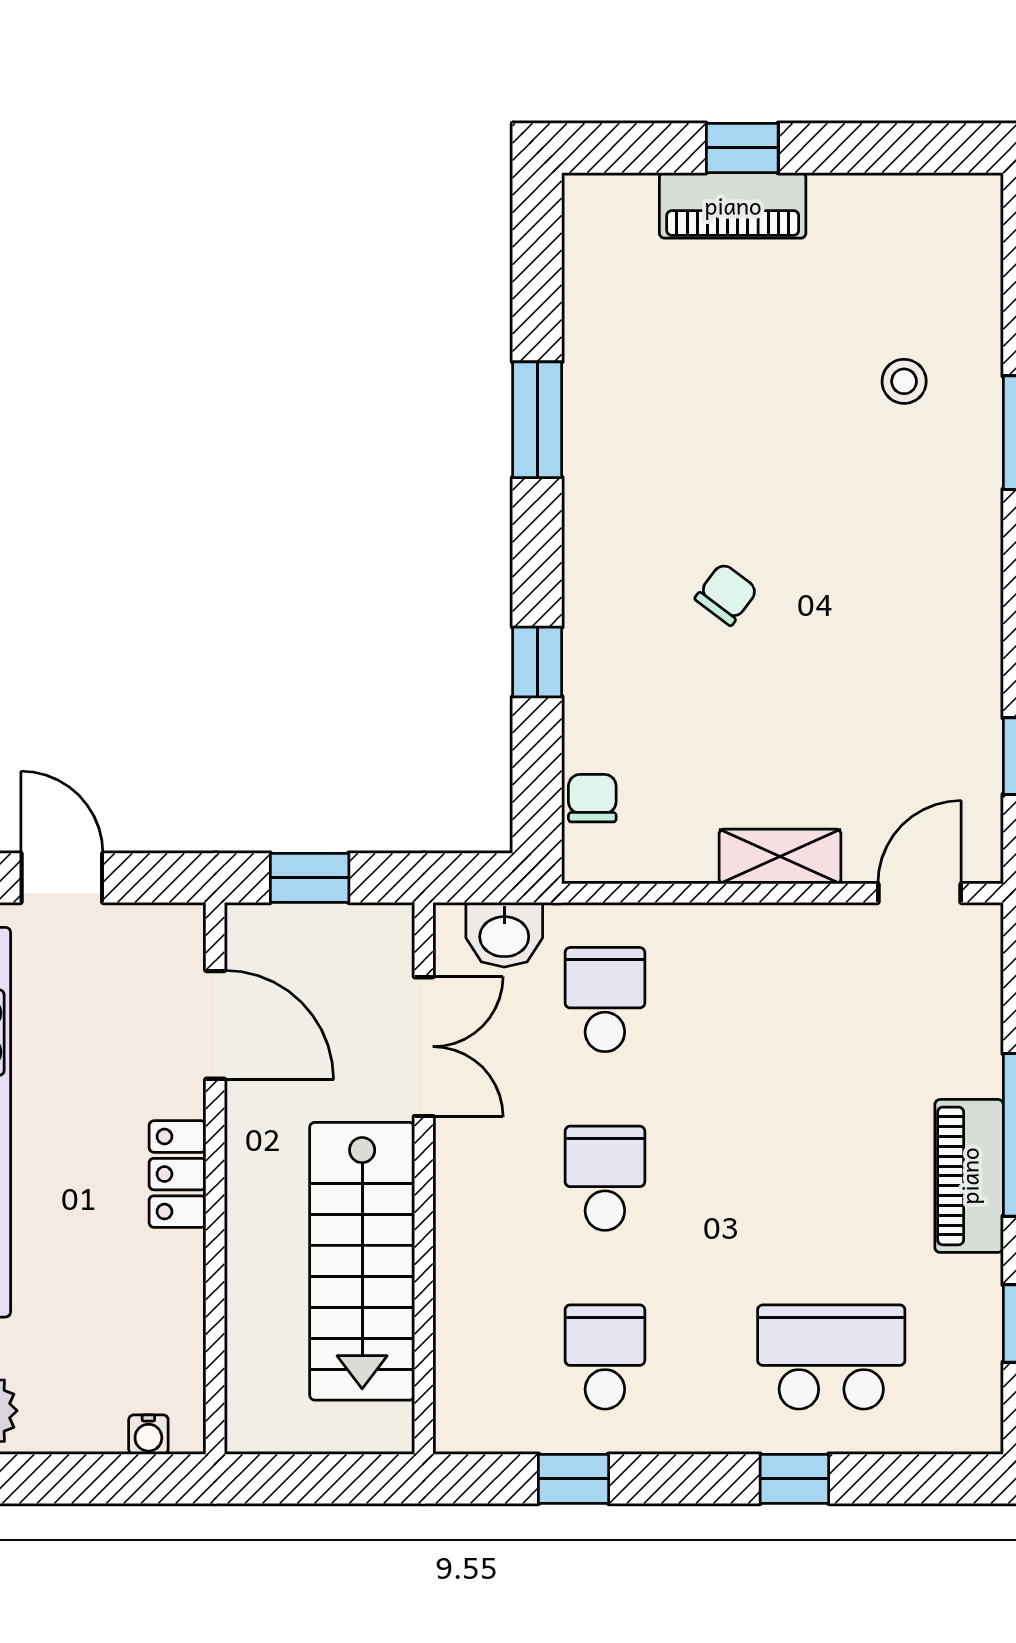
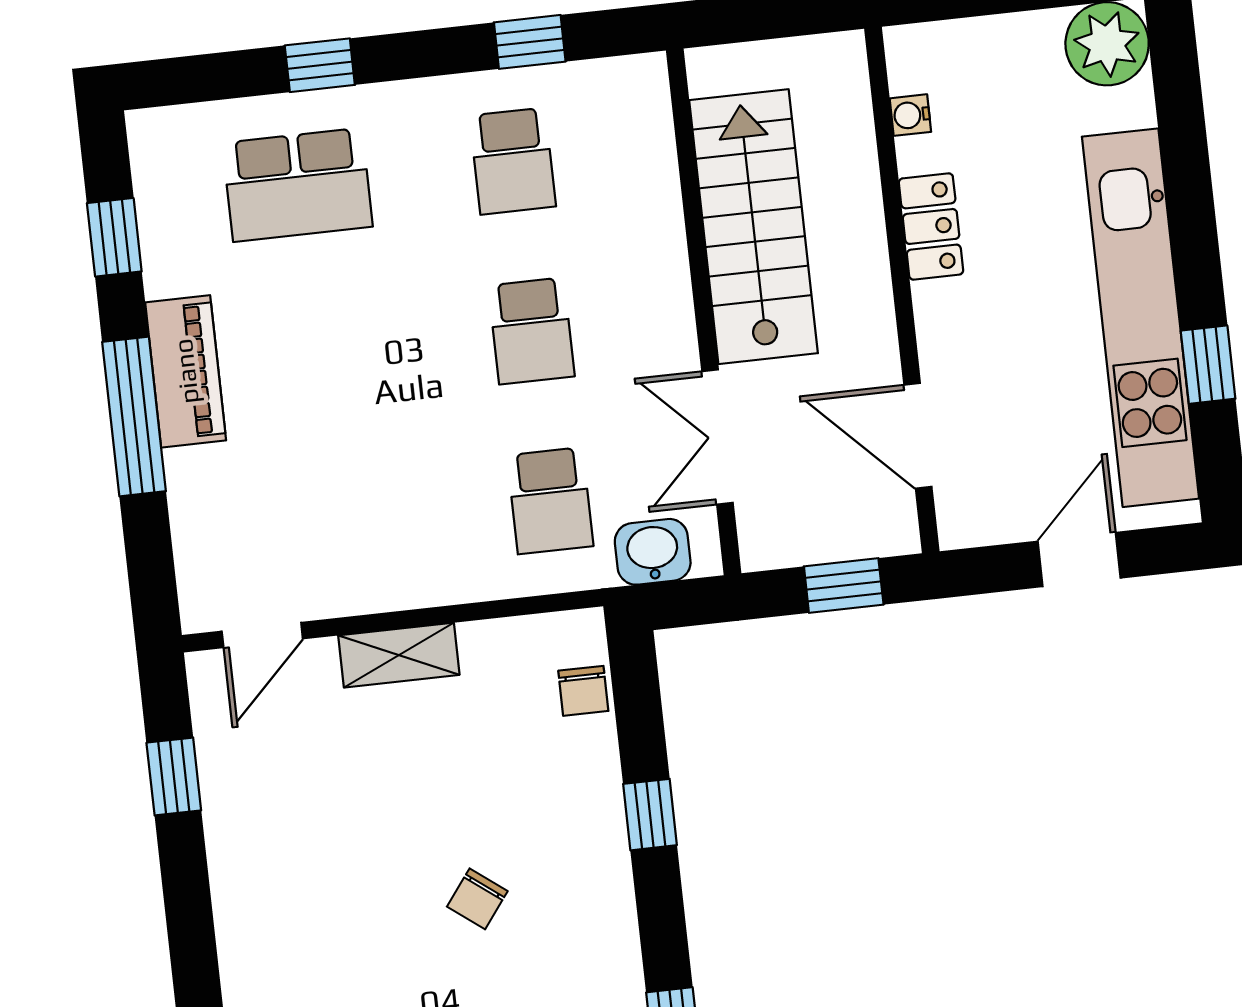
door: (62, 878) -> (1079, 560), swing flipped
locker: (178, 1174) -> (931, 226), moved
water cooler: (148, 1435) -> (910, 115), moved, turned -90

